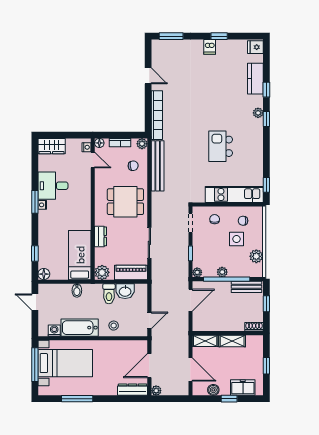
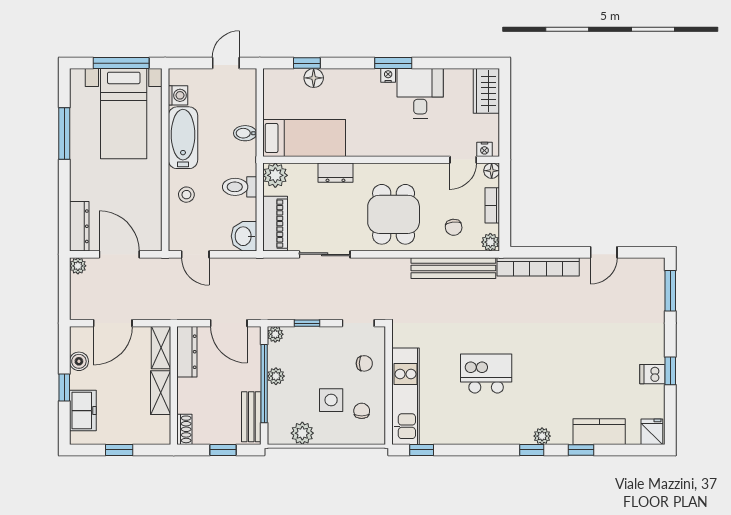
dishwasher: (210, 47) -> (652, 374), moved
floor lamp: (44, 274) -> (314, 78), moved
washbasin: (125, 291) -> (244, 236), moved
dresser: (208, 325) -> (187, 352), added

